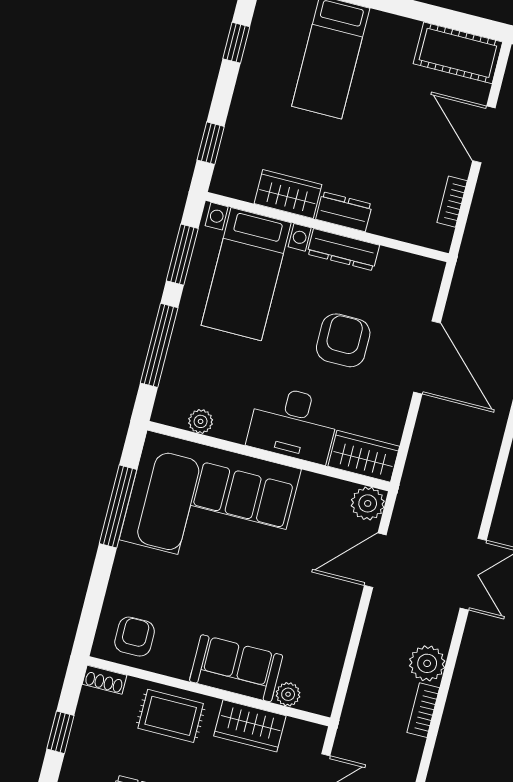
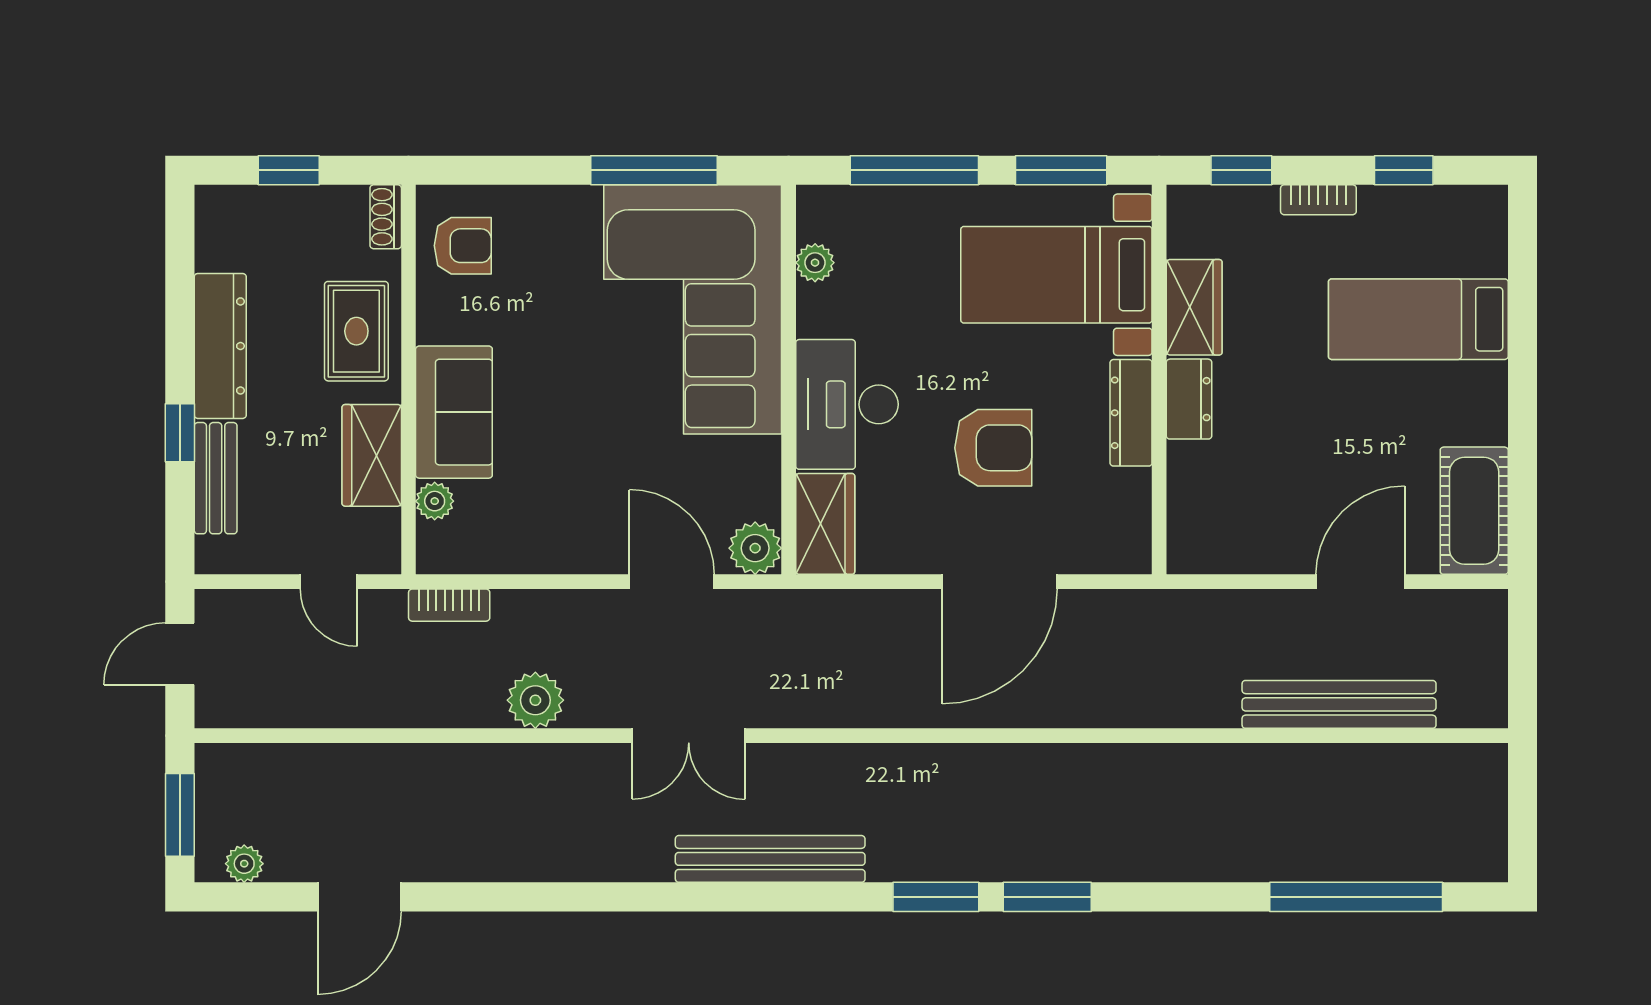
bookcase: (452, 202) -> (1318, 200), moved, turned 180
bookcase: (423, 710) -> (449, 605), moved, turned 180

